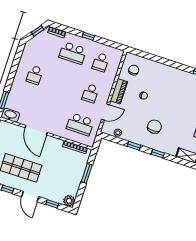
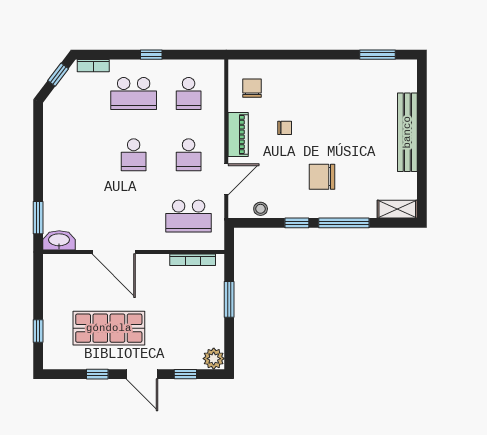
school desk: (35, 75) -> (134, 155), moved
chair: (154, 127) -> (322, 177), turned -90
window: (158, 154) -> (344, 223), width x2.17

